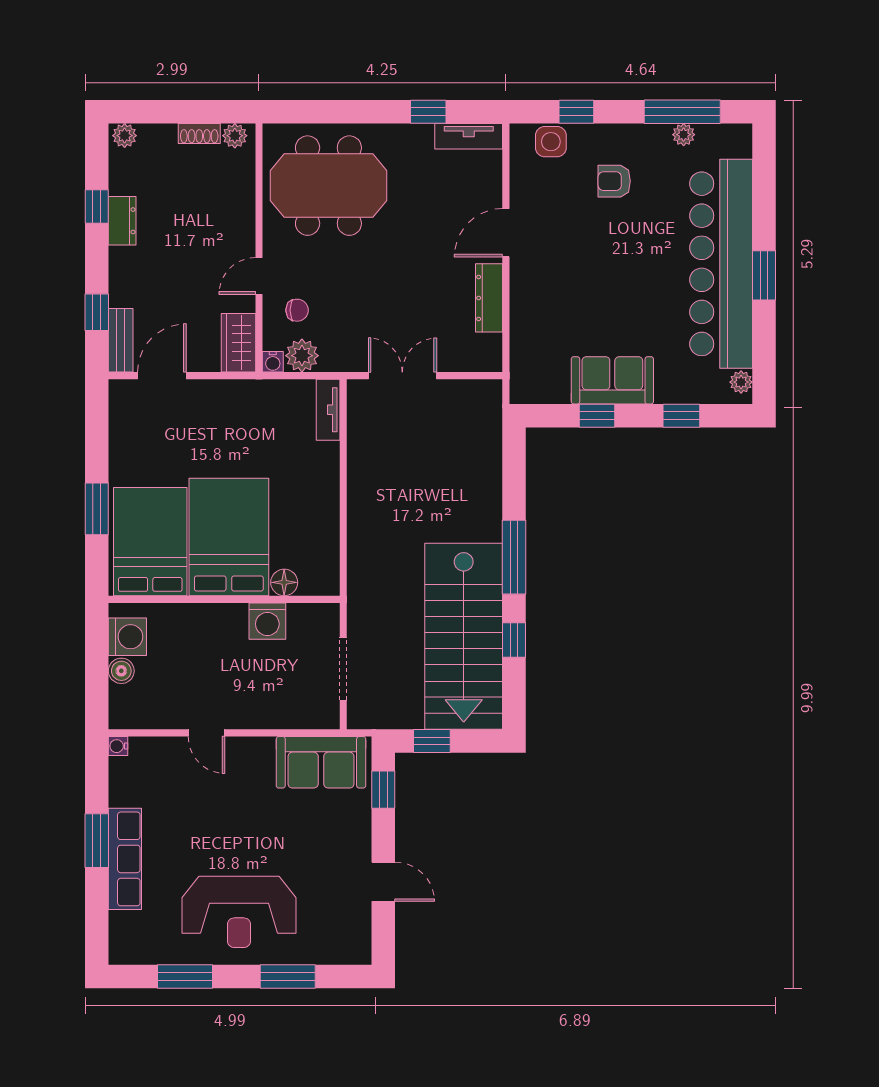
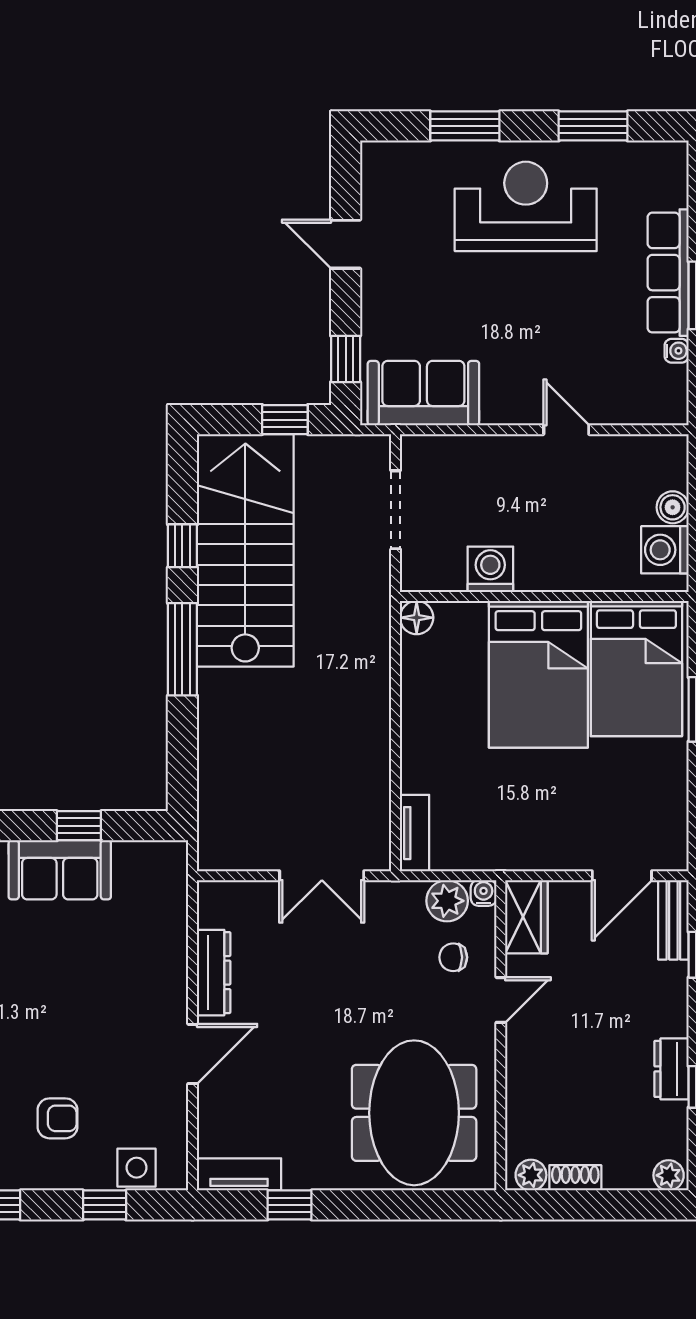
meeting table: (328, 186) -> (414, 1113), turned 90
floor lamp: (284, 582) -> (417, 618), moved
water cooler: (118, 746) -> (677, 351), moved

